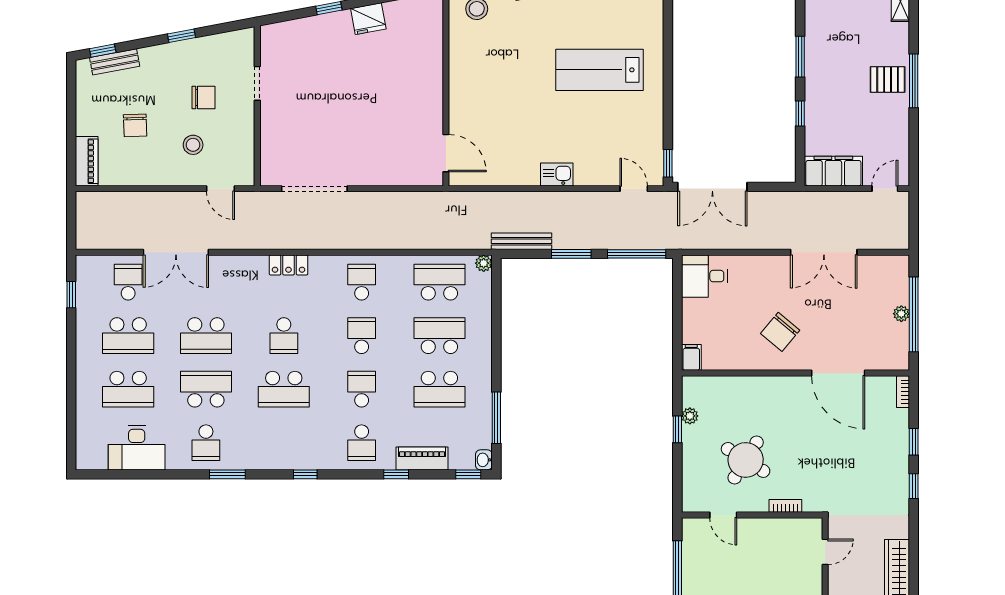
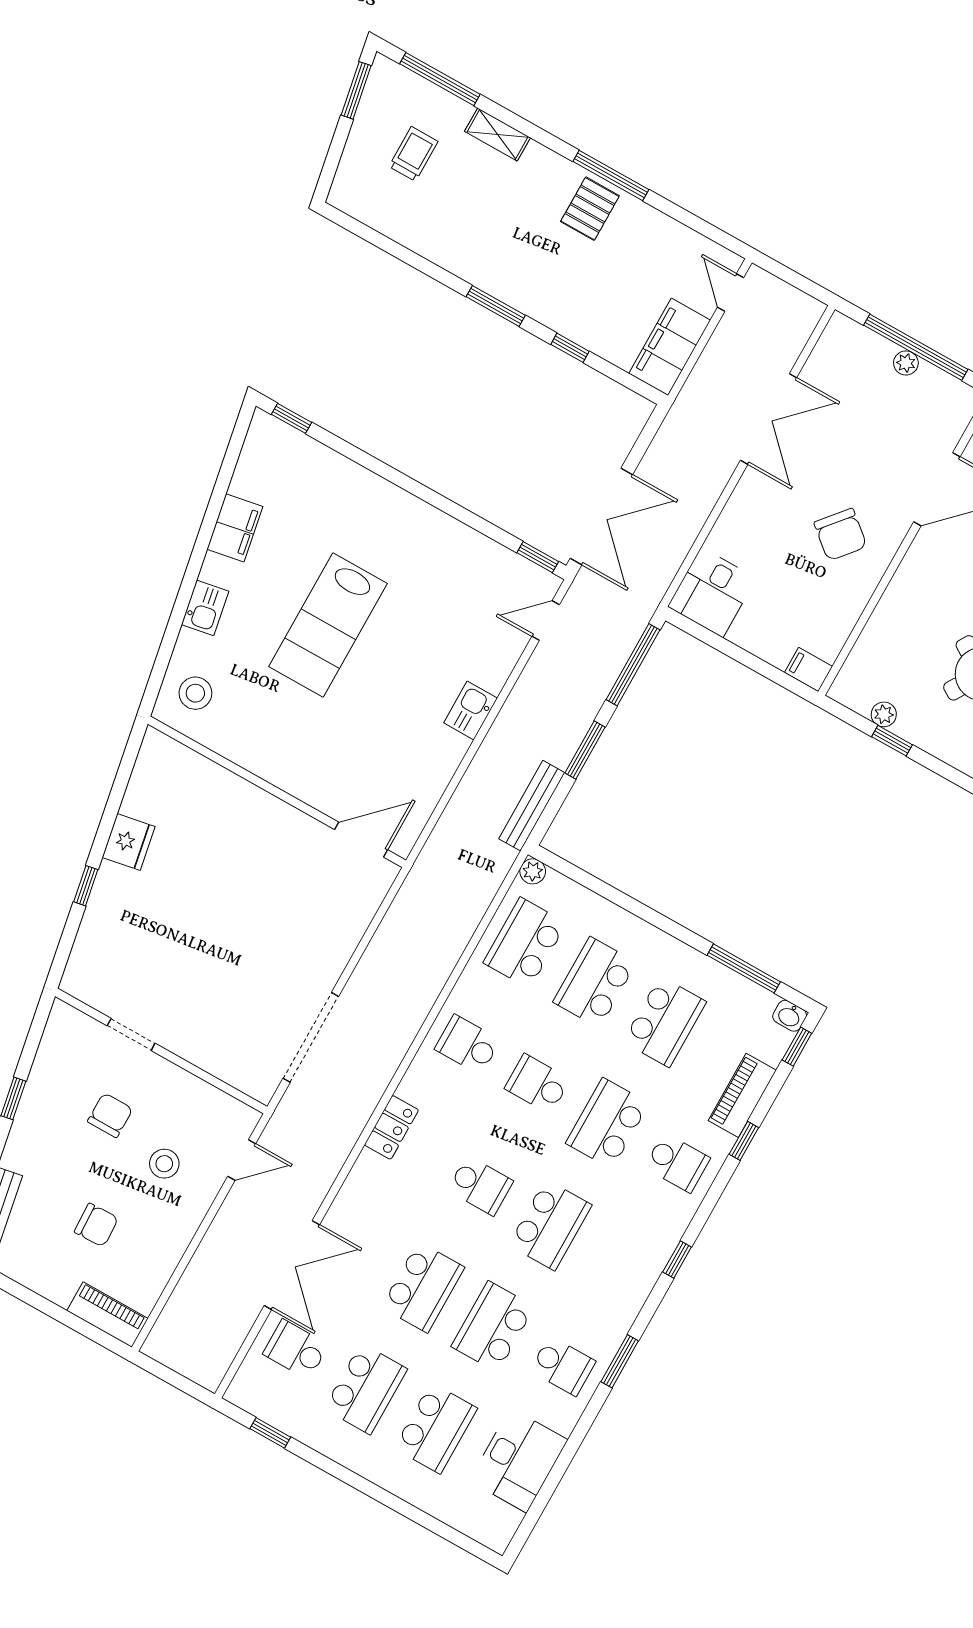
lab bench: (600, 70) -> (328, 625), moved
school desk: (362, 389) -> (607, 1123), width x1.85

